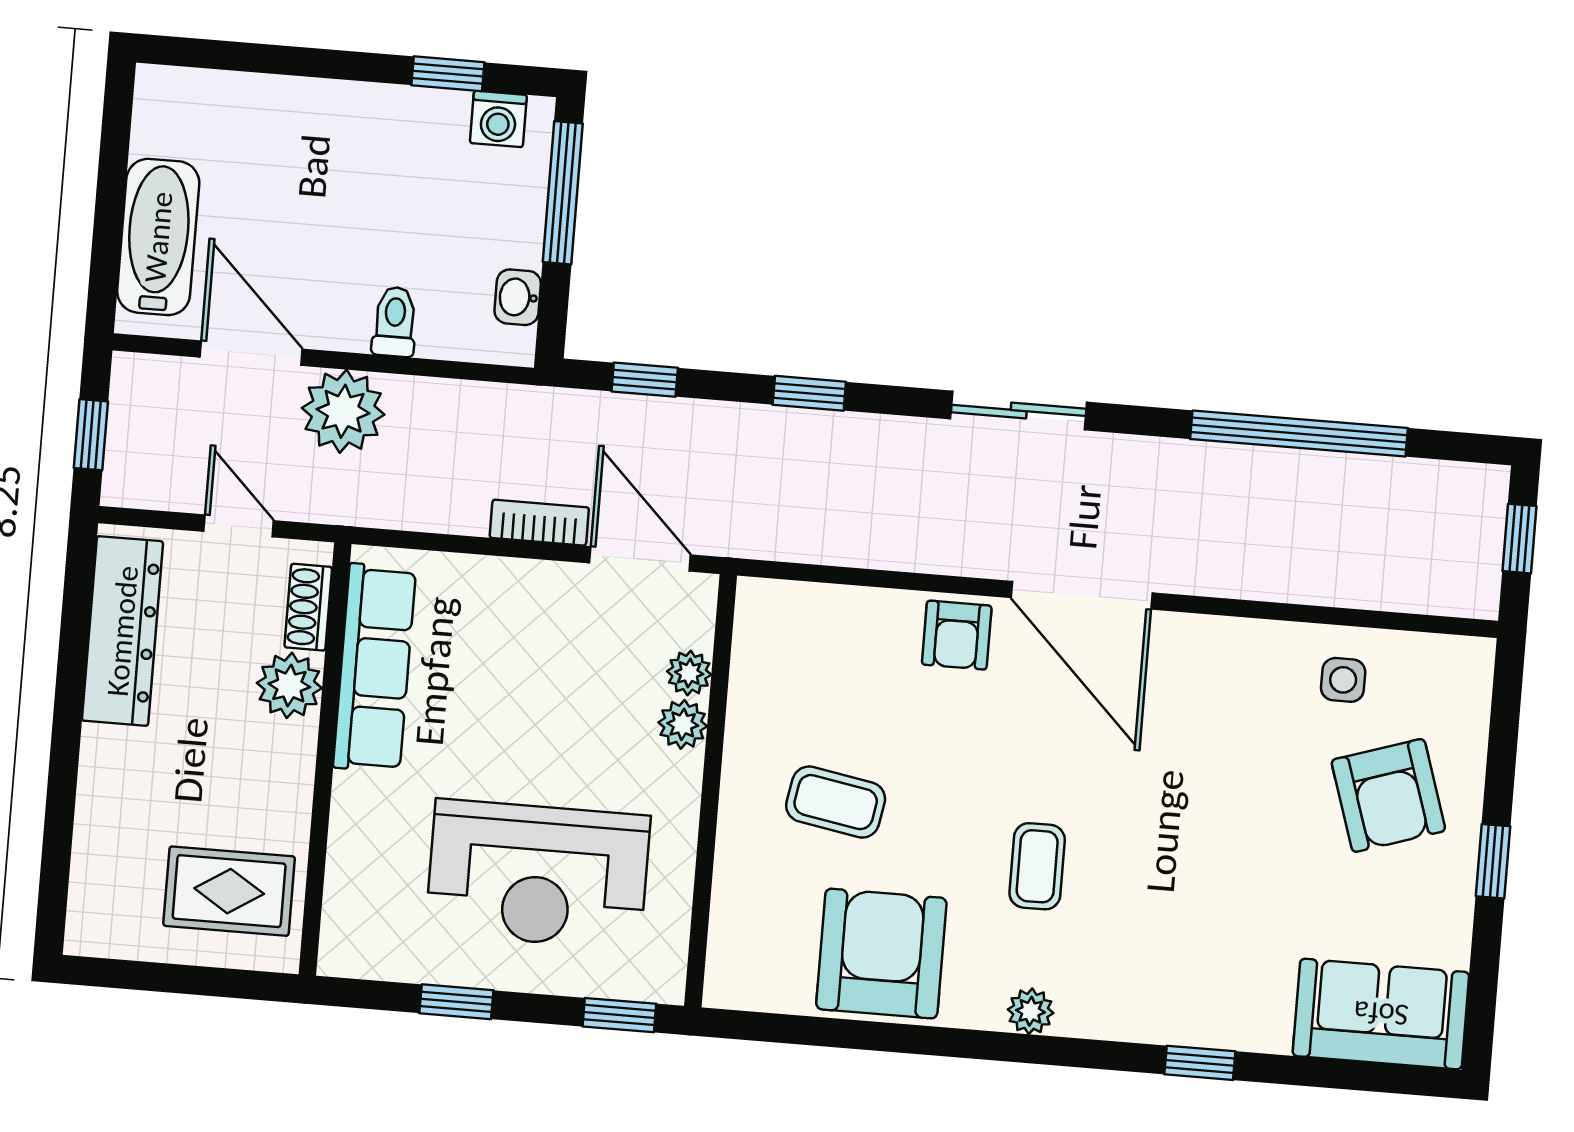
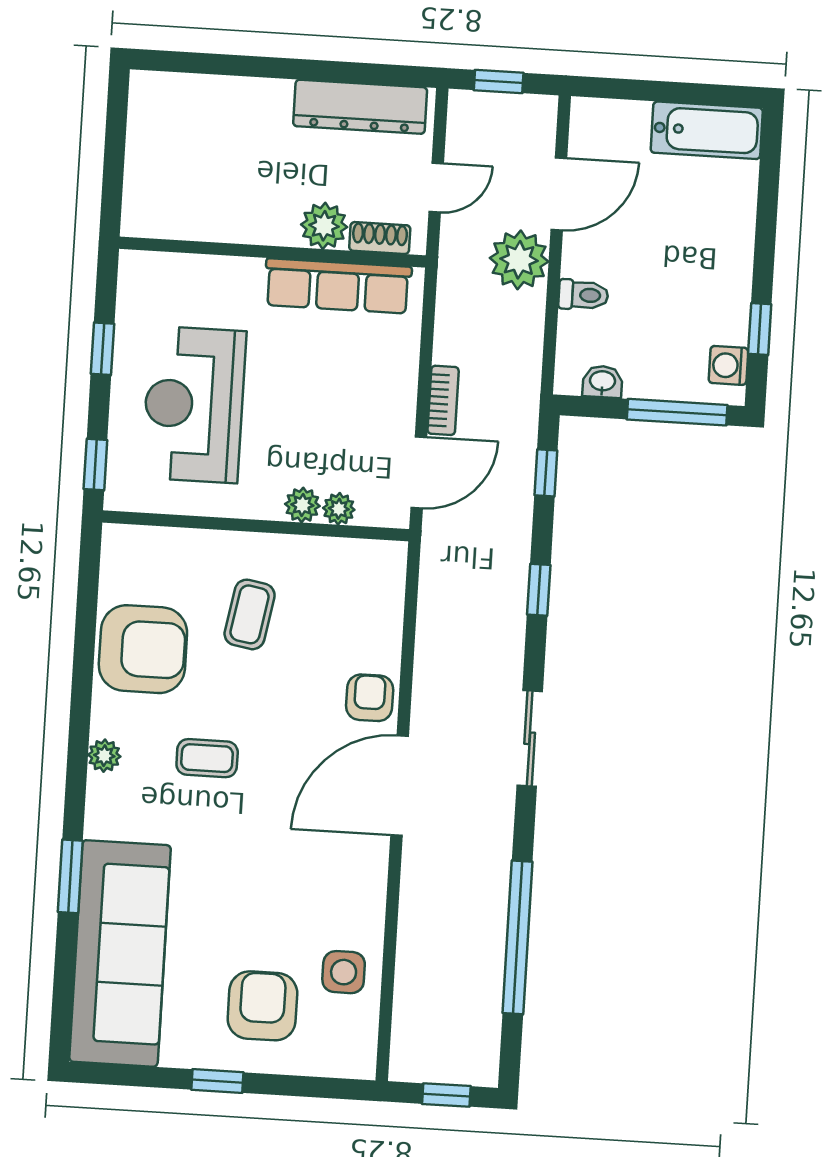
bathtub: (158, 237) -> (707, 130), moved
armchair: (957, 635) -> (370, 698), turned 90
side table: (1343, 680) -> (344, 972), width x1.37, depth x1.37
armchair: (1388, 795) -> (262, 1006), turned 108
rug: (229, 891) -> (177, 186), removed
sofa: (1381, 1014) -> (120, 953), width x1.85, depth x1.27
window: (1200, 1063) -> (70, 876), width x1.50

